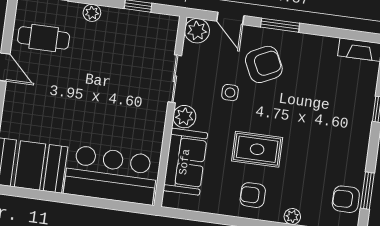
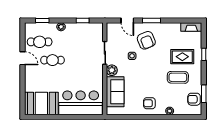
plant: (197, 31) -> (112, 29), removed
armchair: (264, 64) -> (146, 40), turned 94
cafe table: (65, 79) -> (53, 60), added
rug: (257, 149) -> (182, 57), moved
coffee table: (318, 150) -> (178, 77), added

